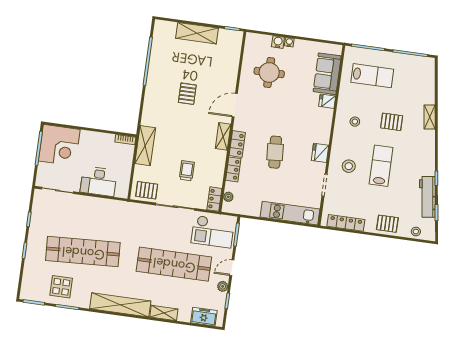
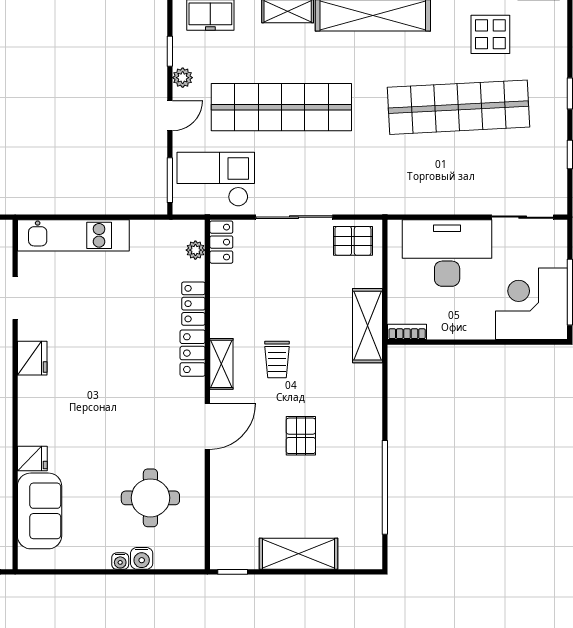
cafe table: (275, 152) -> (118, 348), removed
trolley: (187, 171) -> (277, 360), moved
desk: (99, 181) -> (447, 253), width x1.36, depth x1.30

